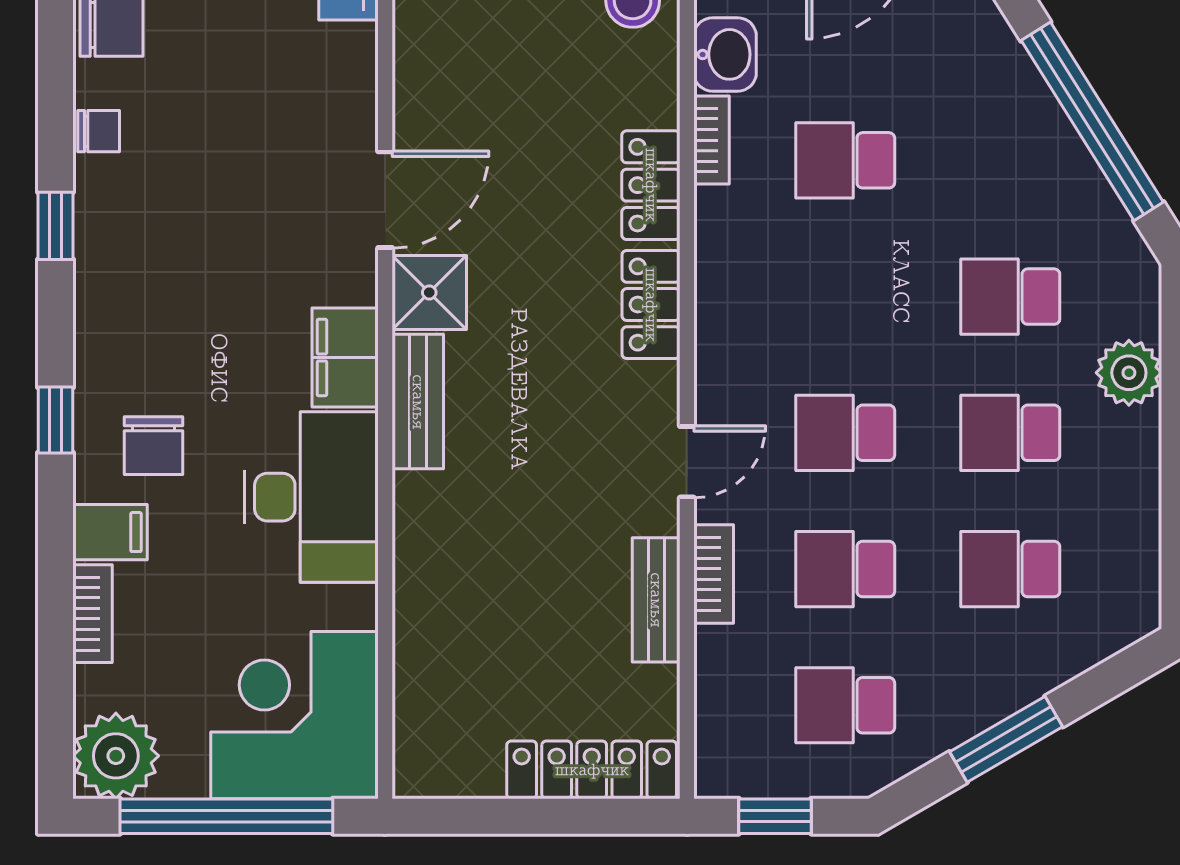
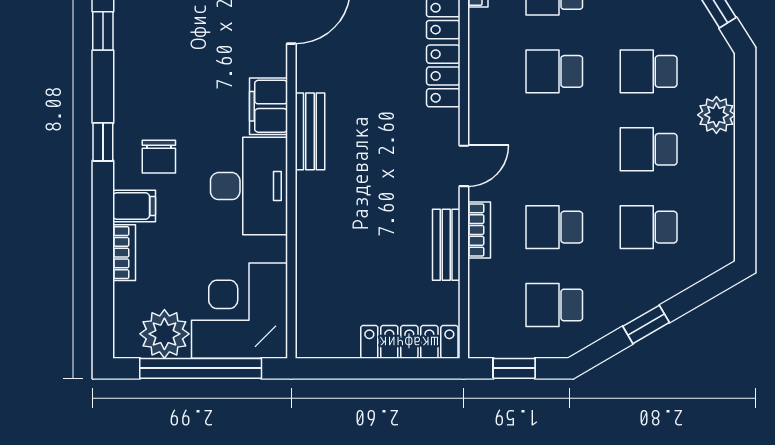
shower: (429, 292) -> (316, 69), removed
school desk: (845, 433) -> (554, 71), moved
window: (1006, 739) -> (646, 324), width x0.67
plant: (116, 756) -> (164, 334), moved

